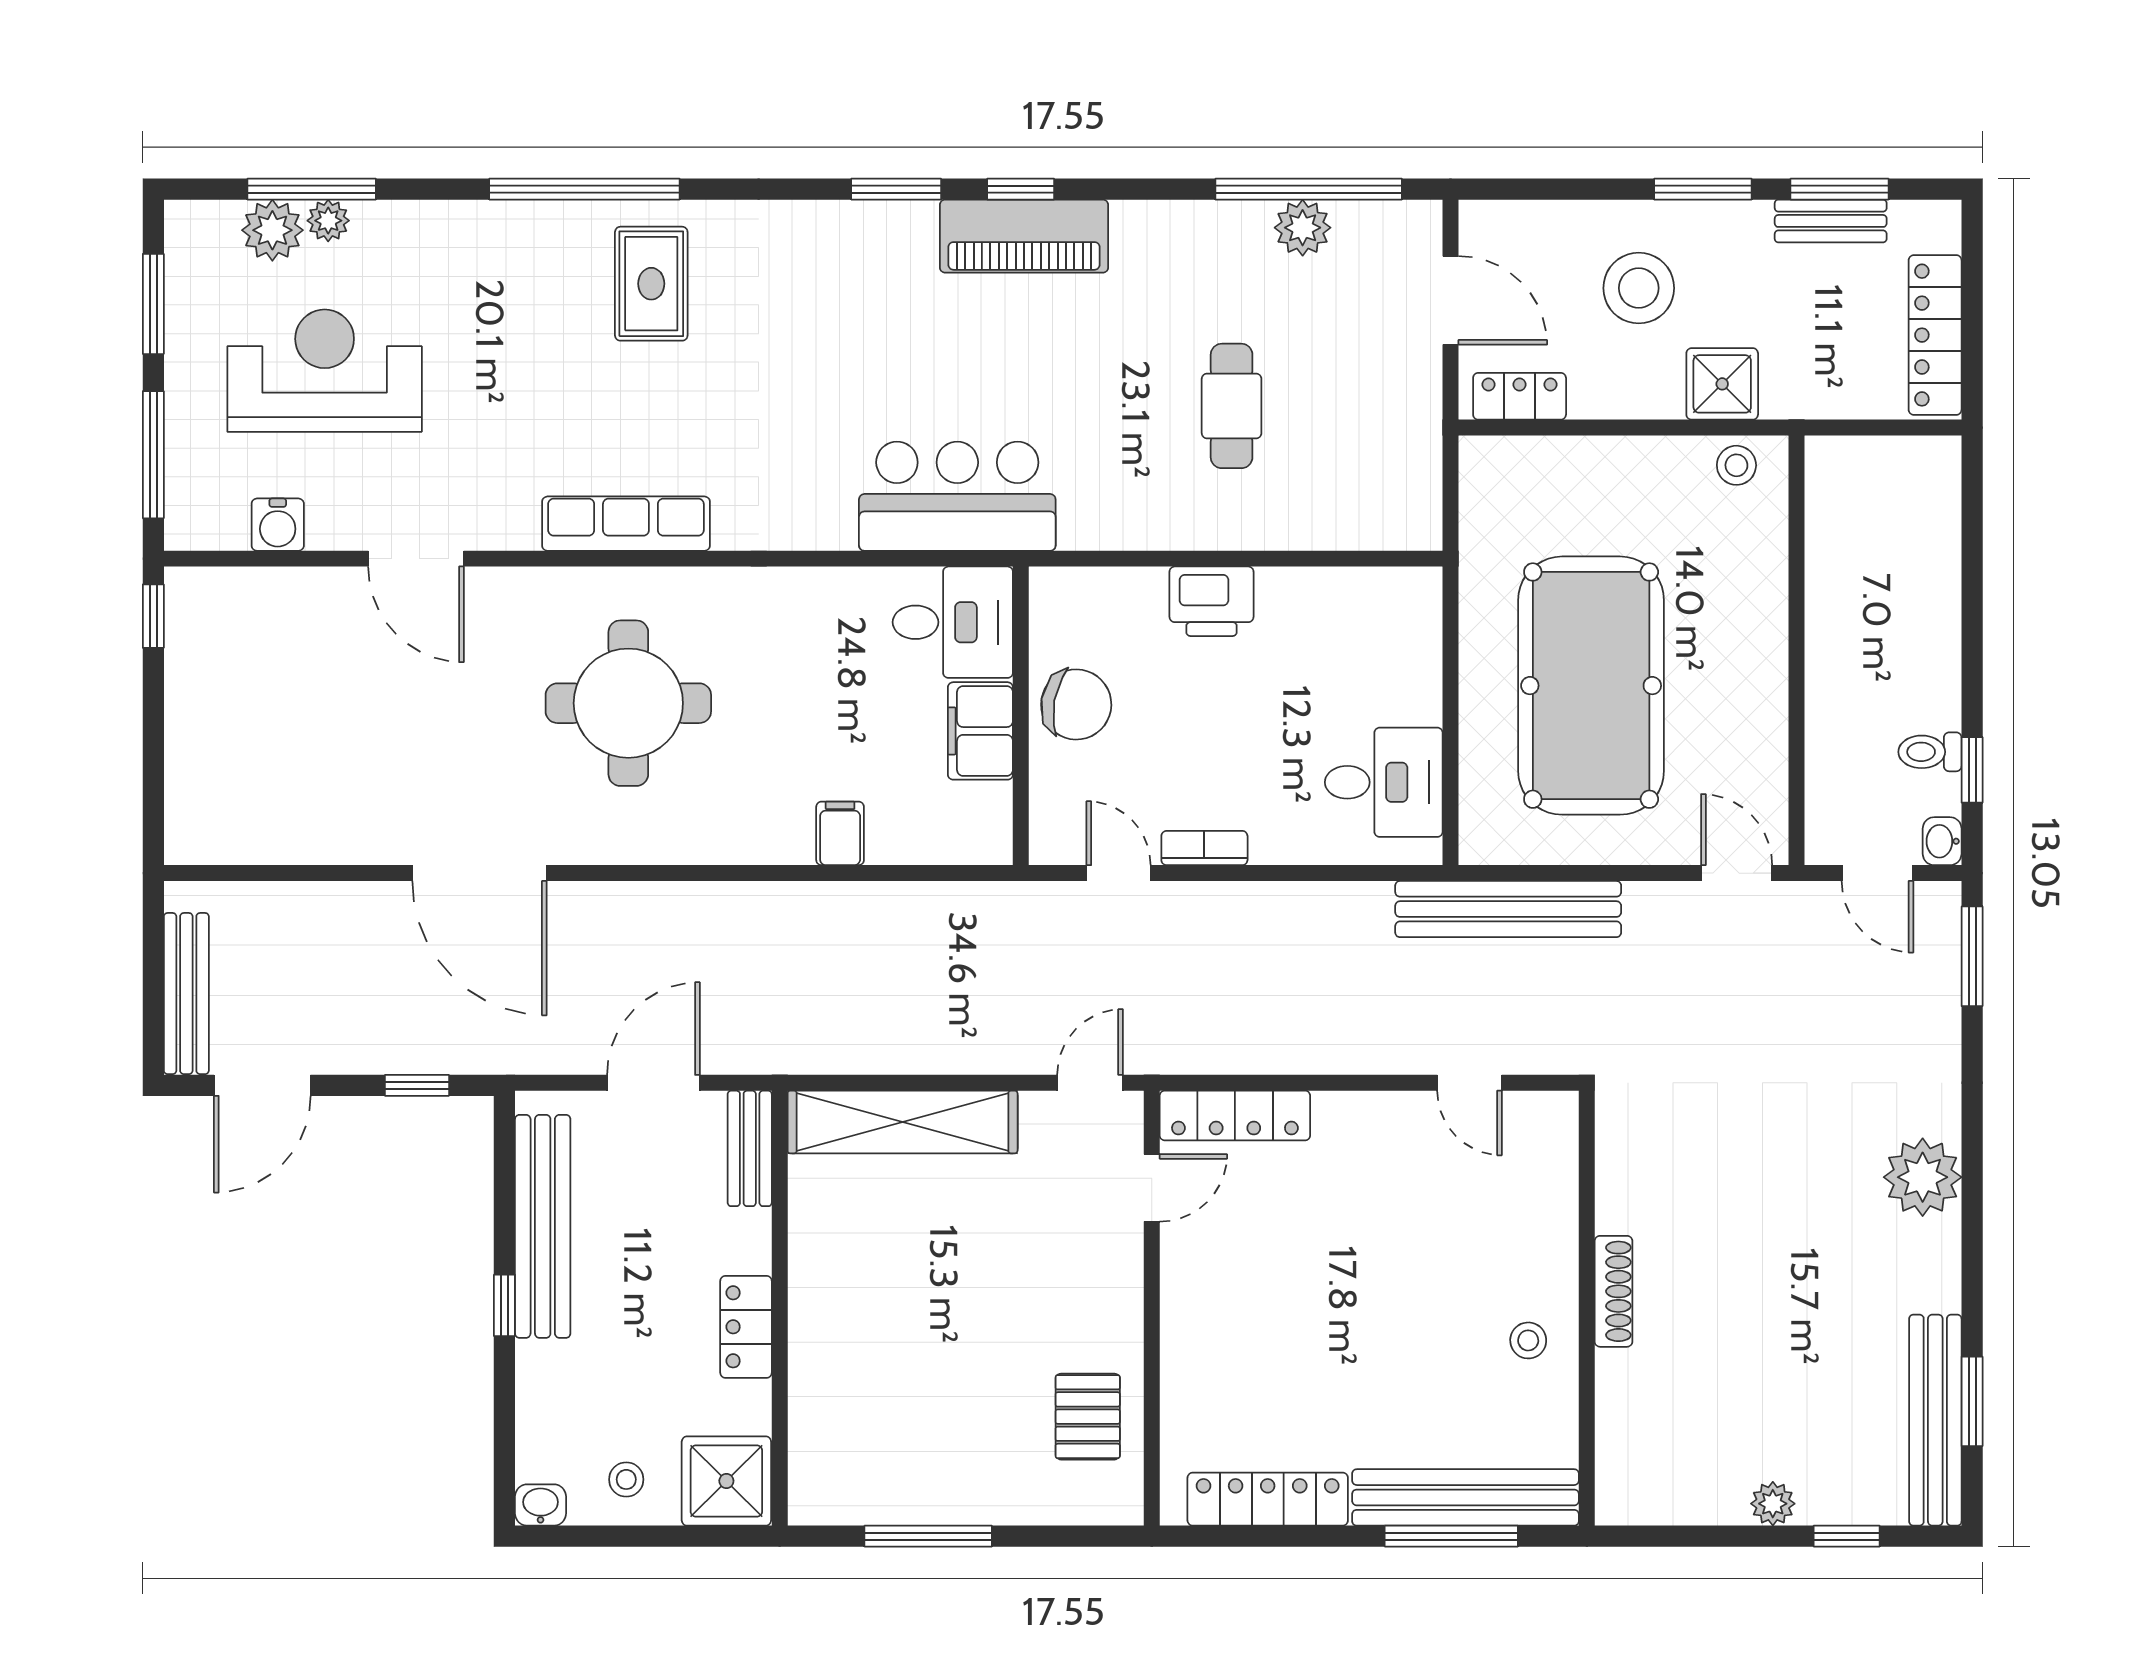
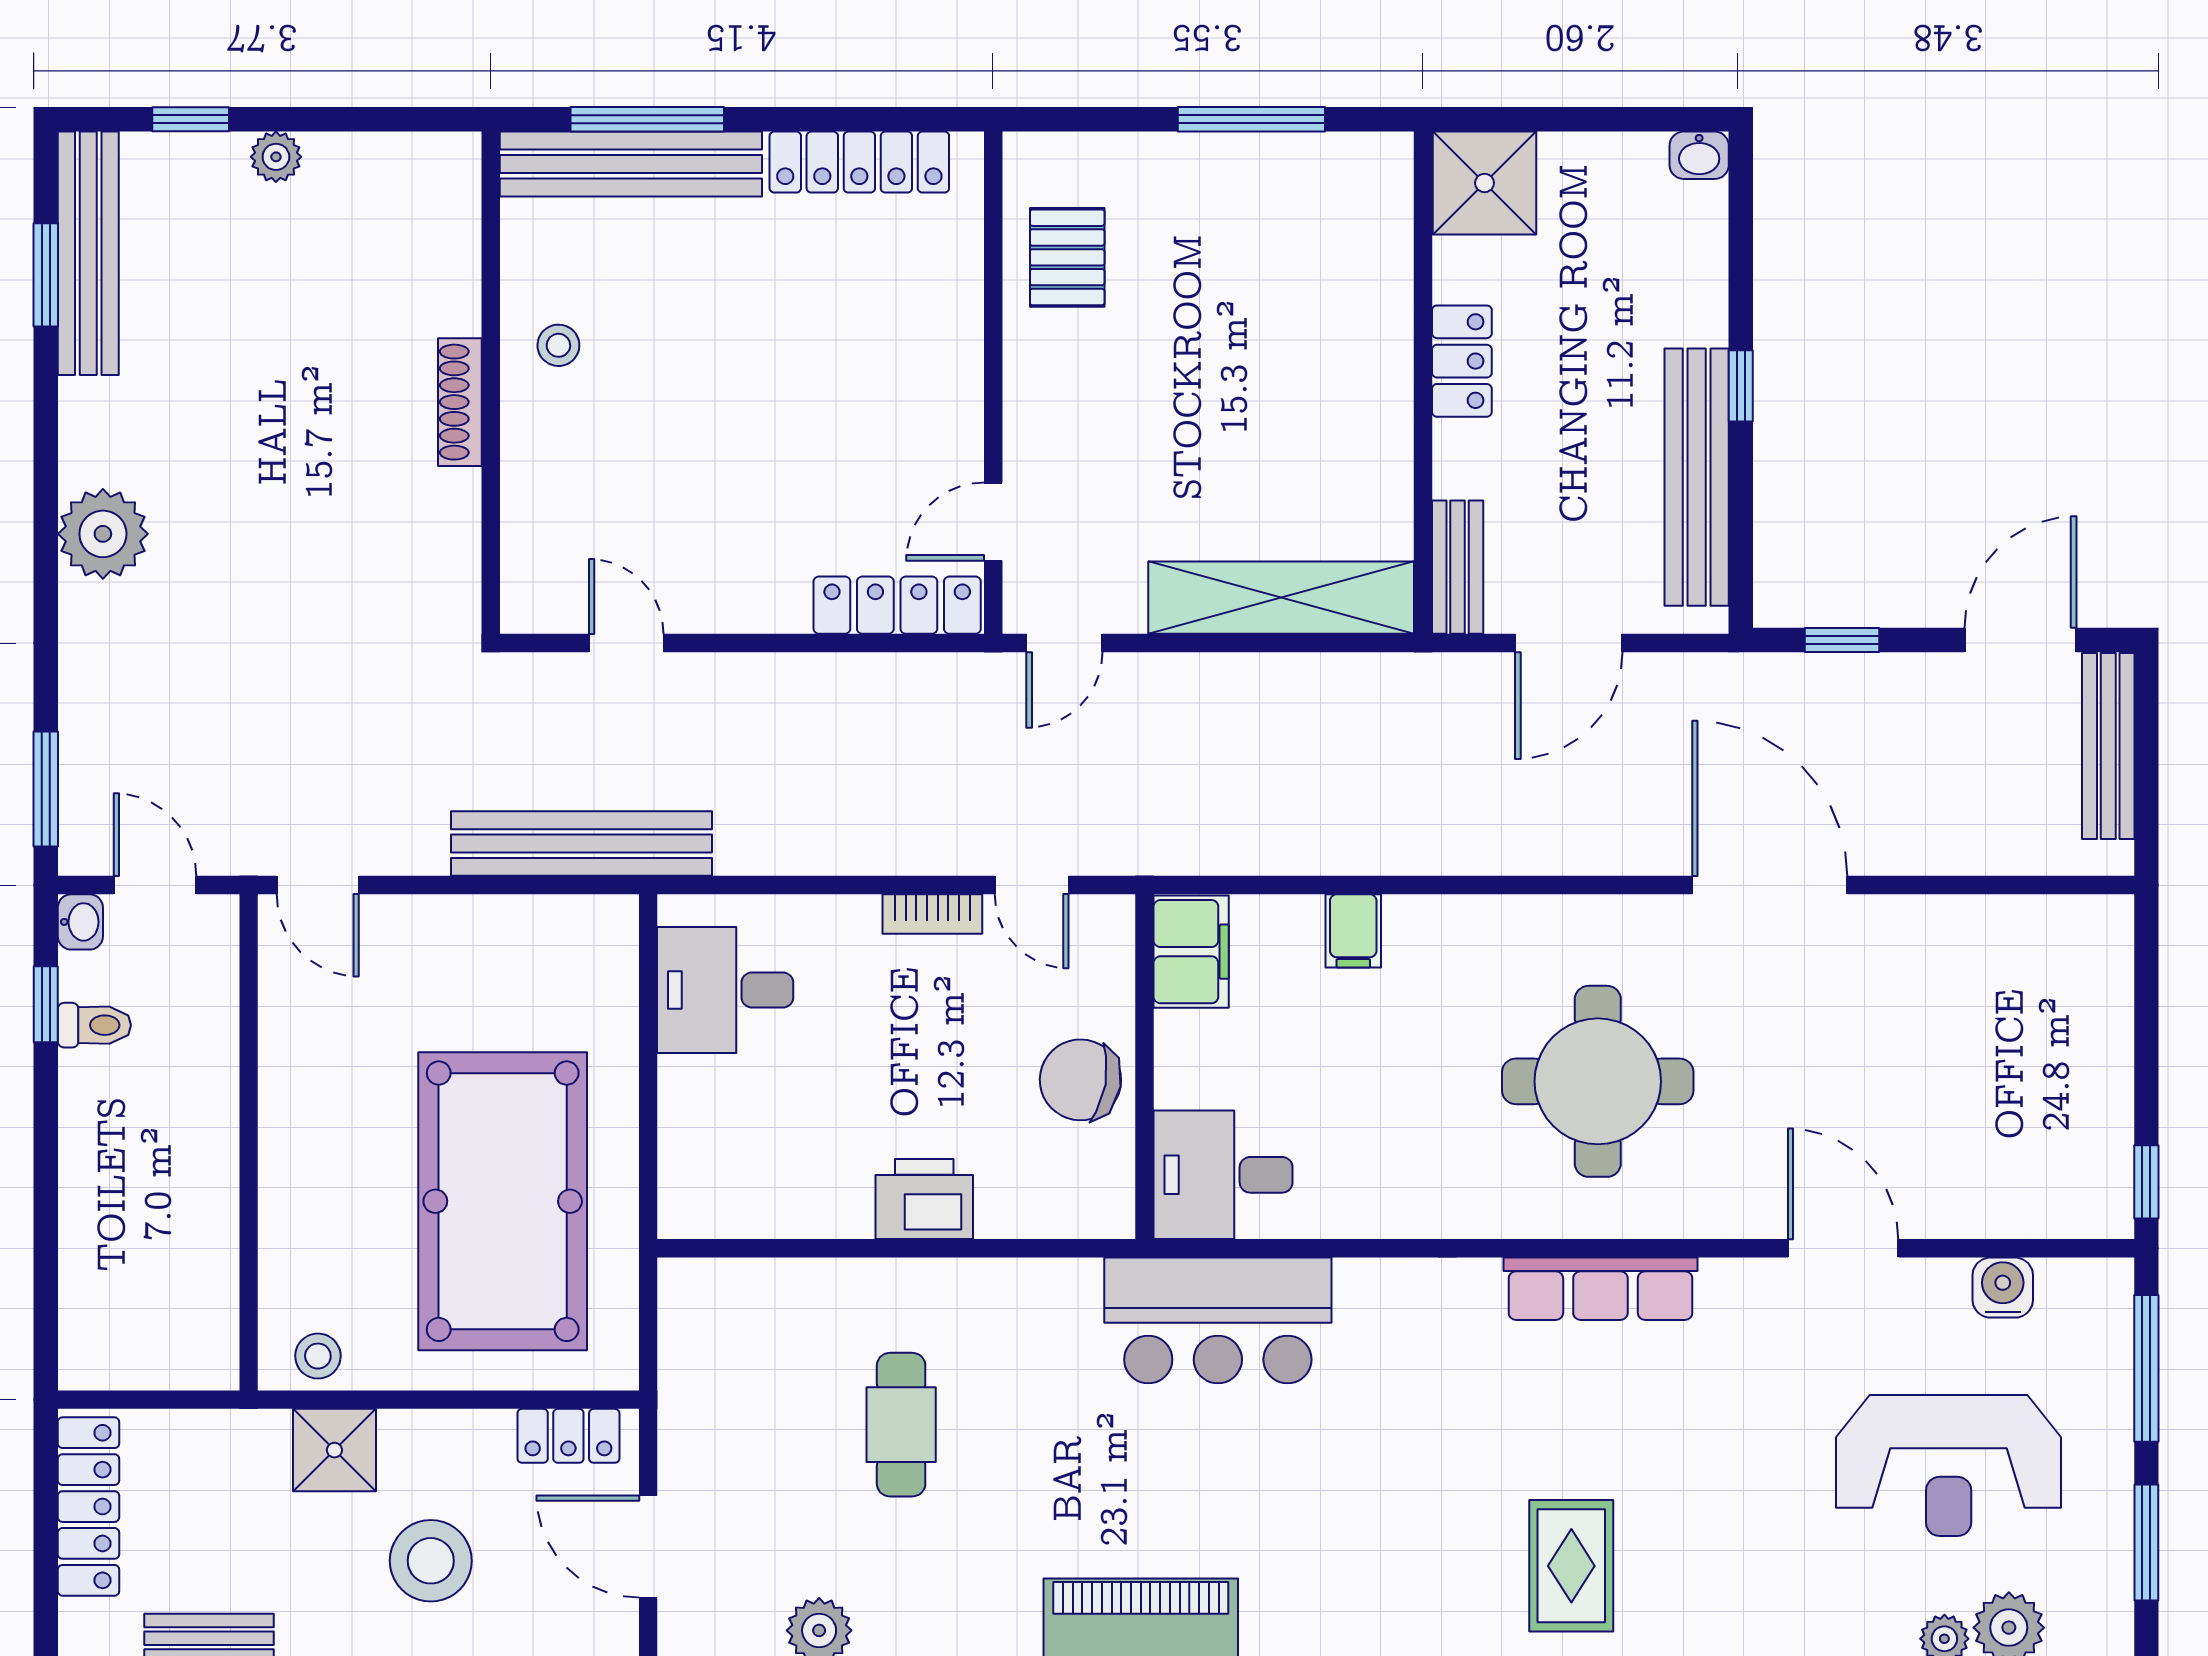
pool table: (1591, 686) -> (503, 1201), moved
filing cabinet: (980, 731) -> (1191, 952), moved
stool: (626, 1479) -> (1600, 185), removed

